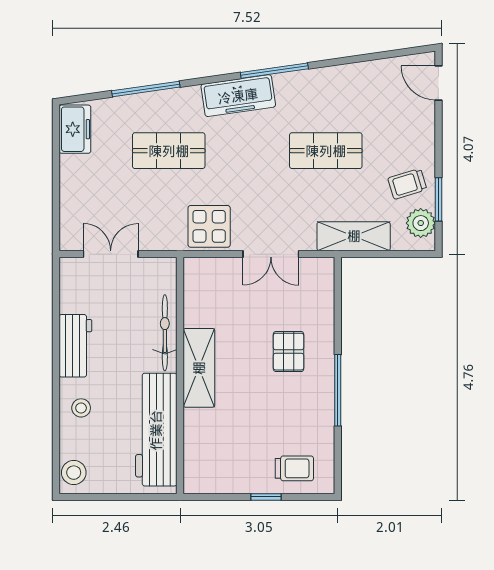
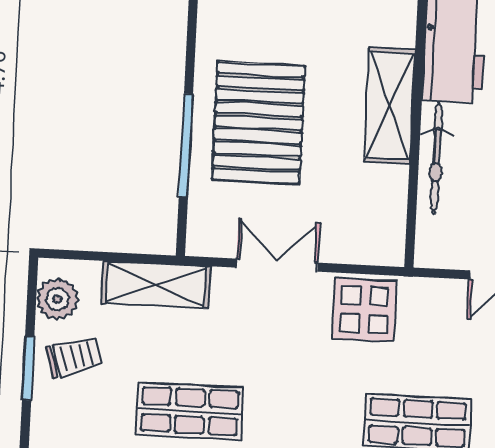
window: (438, 199) -> (28, 369), moved
pallet: (289, 352) -> (258, 122), width x2.05, depth x2.00
window: (338, 390) -> (186, 145), moved

